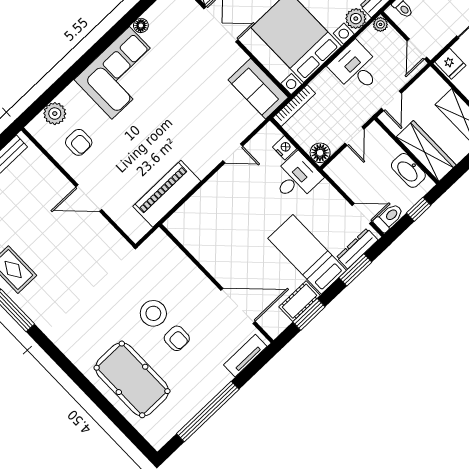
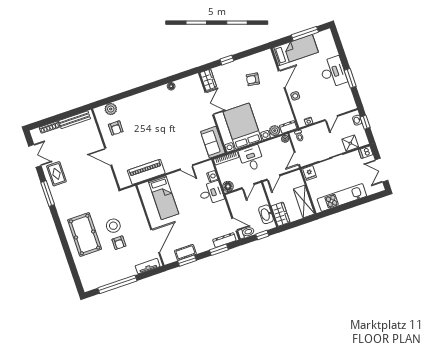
desk: (356, 68) -> (251, 158), moved
corner sofa: (121, 73) -> (151, 104), removed
wardrobe: (426, 151) -> (281, 214), width x0.67
bed: (307, 254) -> (164, 198), moved, turned 180
door: (238, 306) -> (155, 241), hinge flipped
pool table: (132, 379) -> (85, 235), moved

